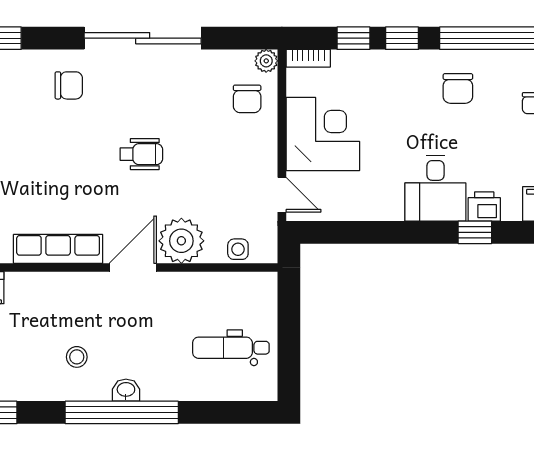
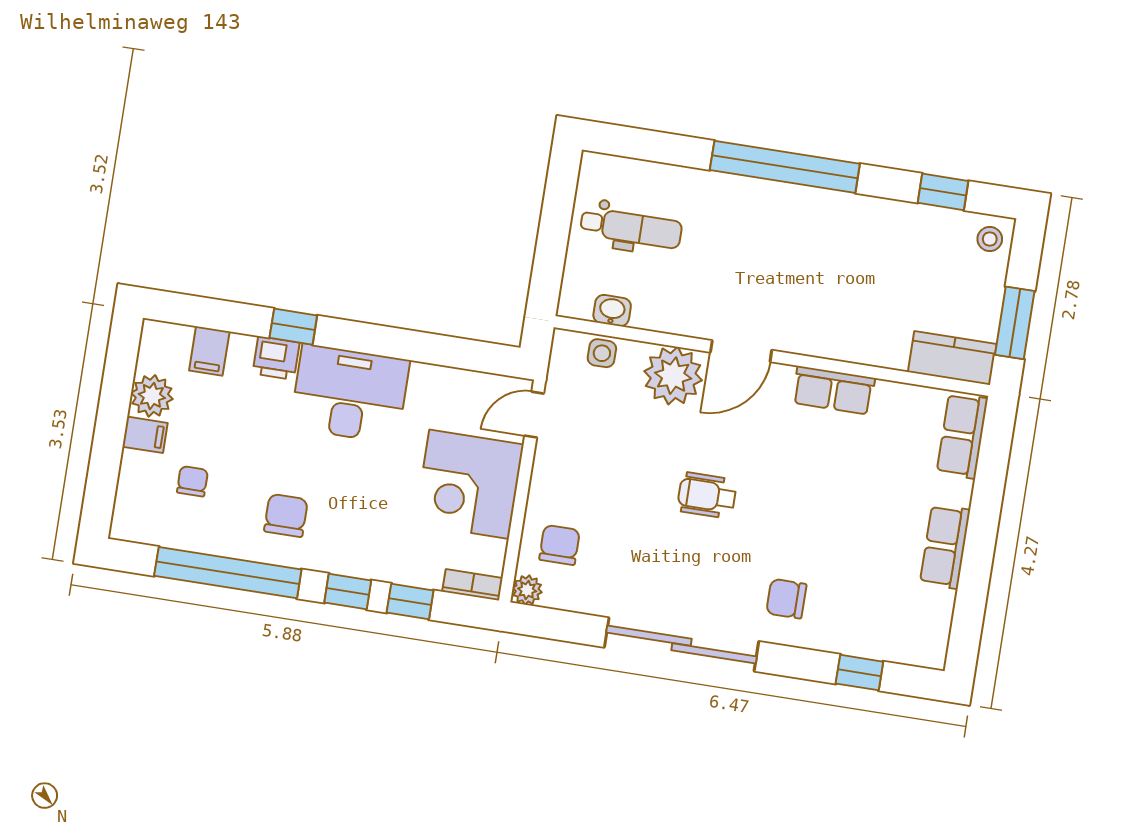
desk: (435, 188) -> (350, 394), width x1.37
door: (282, 195) -> (534, 415), hinge flipped
row of seats: (58, 249) -> (833, 390), width x0.68
stool: (77, 357) -> (831, 247), removed
washbasin: (126, 390) -> (612, 311), moved, turned 180

